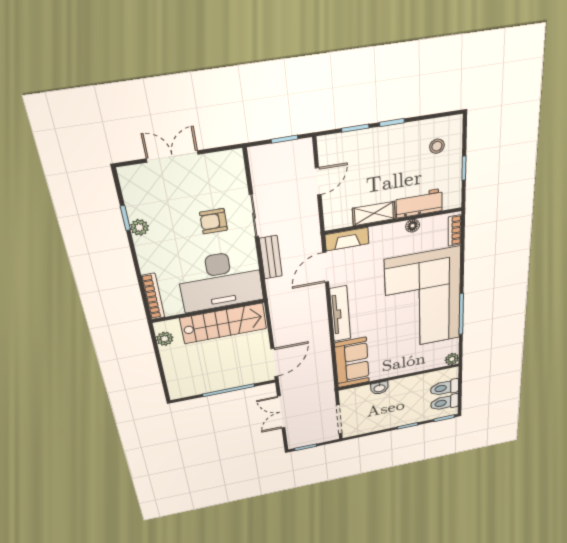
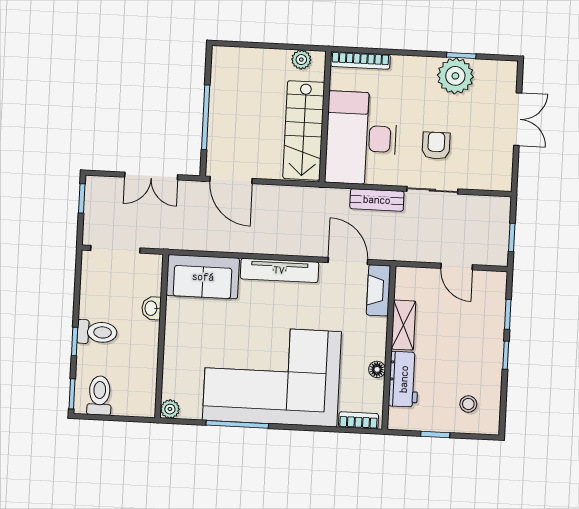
plant: (139, 227) -> (455, 76), width x1.88, depth x1.88
toilet: (445, 388) -> (97, 332), moved, turned 90
double door: (281, 412) -> (151, 176), swing flipped

